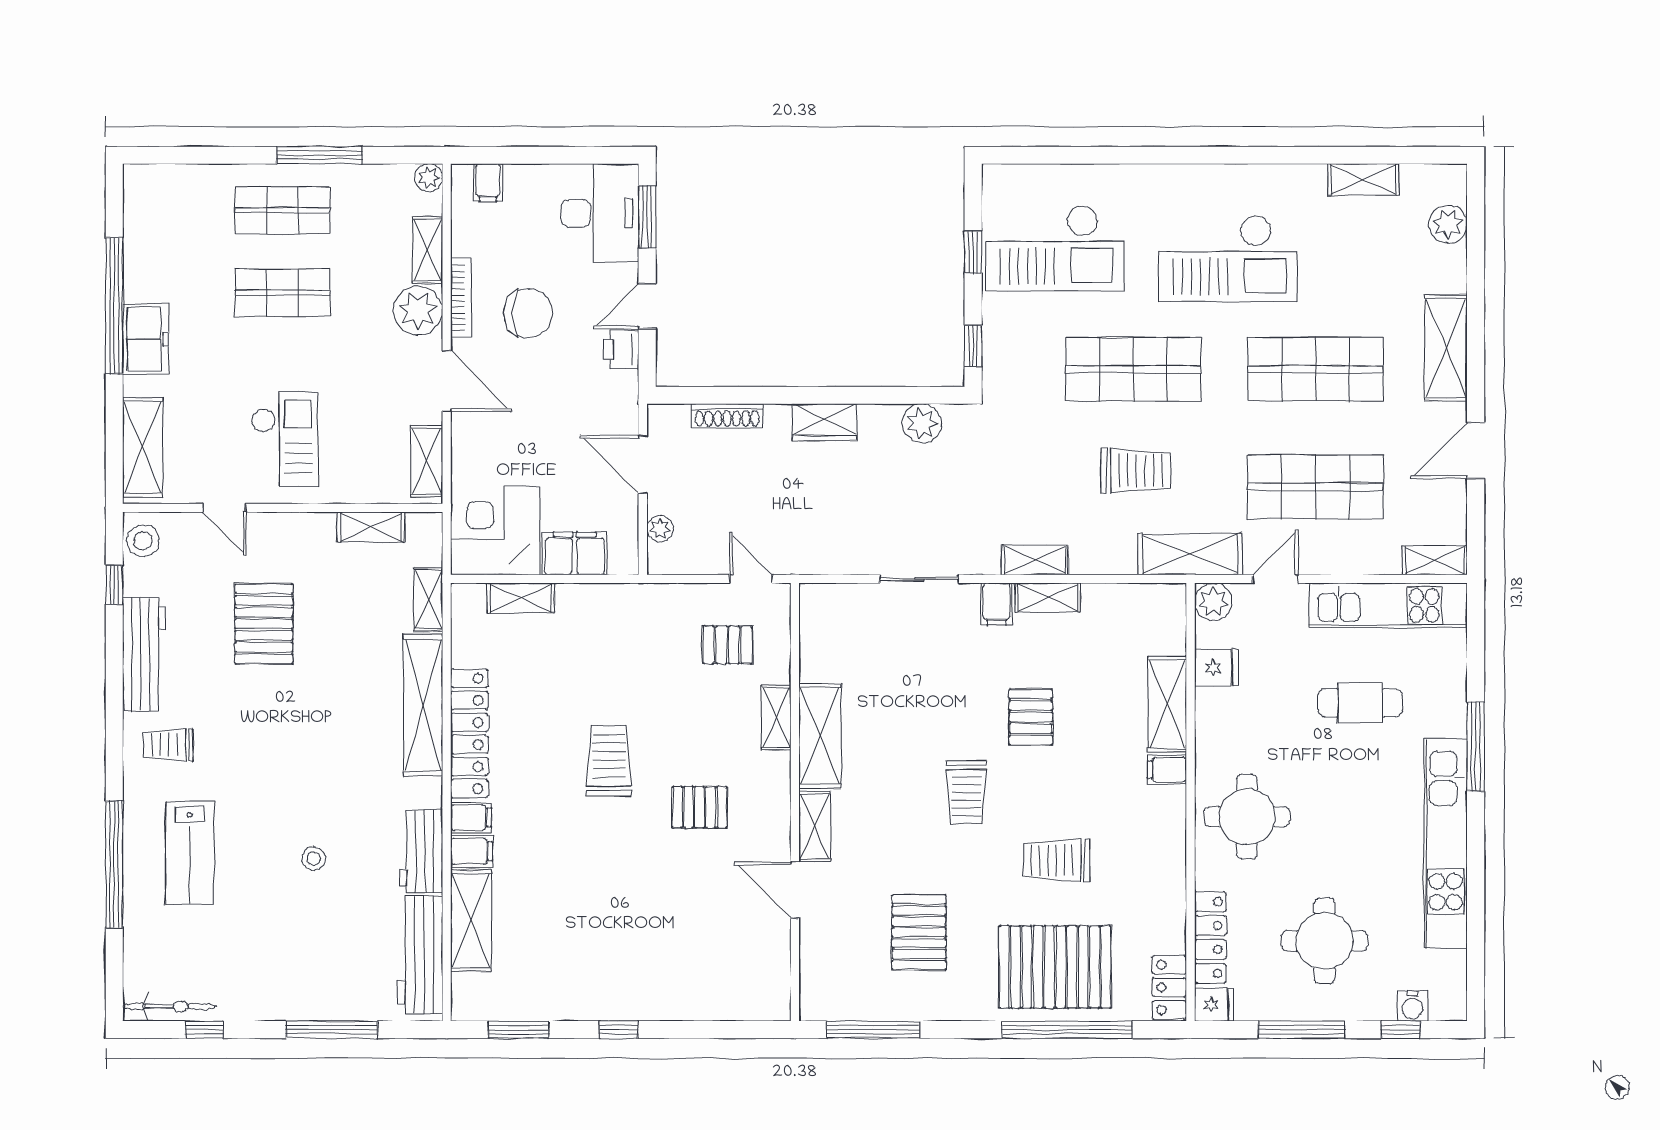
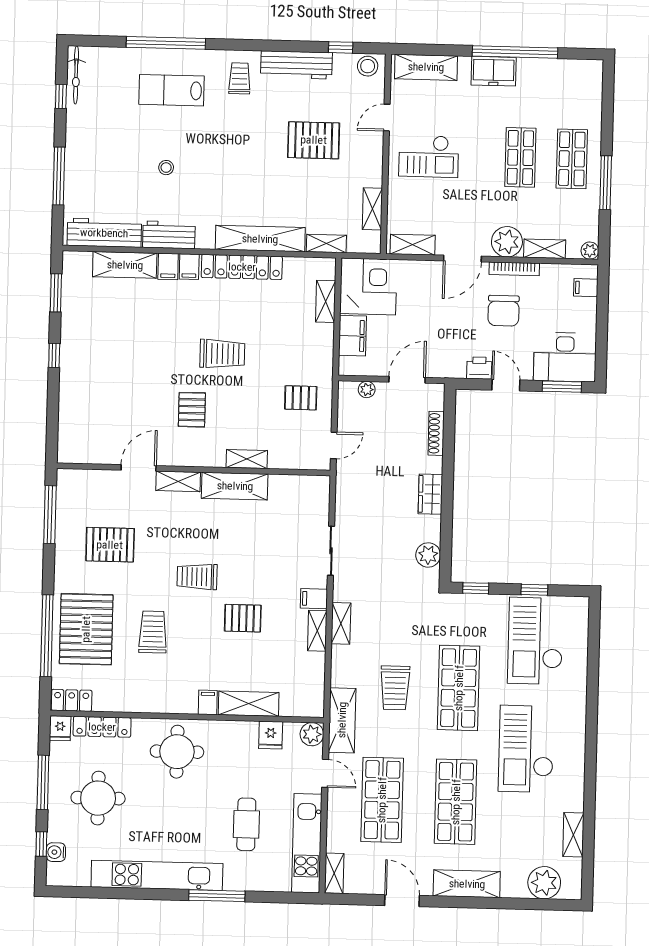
plant: (1448, 224) -> (544, 883), width x1.36, depth x1.36
pallet: (728, 645) -> (301, 398), moved, turned 90

